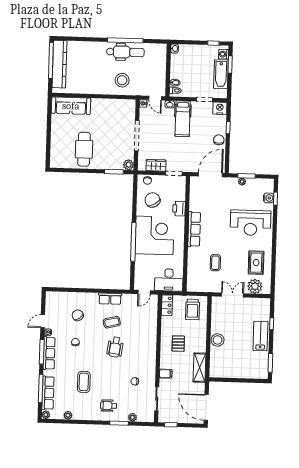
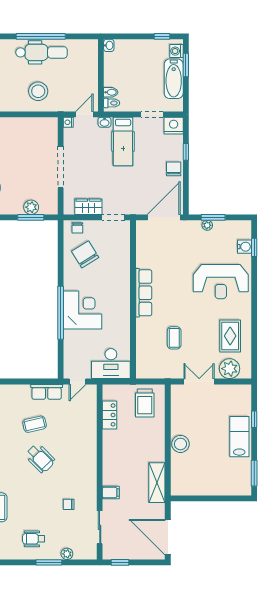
door: (155, 98) -> (84, 114), swing flipped
plant: (128, 165) -> (31, 207), moved
printer: (179, 209) -> (122, 265), removed
corner desk: (155, 235) -> (83, 310), width x0.74, depth x0.74
row of seats: (110, 299) -> (47, 392), moved
locker: (167, 305) -> (109, 415), moved
pallet: (178, 344) -> (127, 451), removed
wheelchair: (115, 347) -> (40, 458), turned -53

